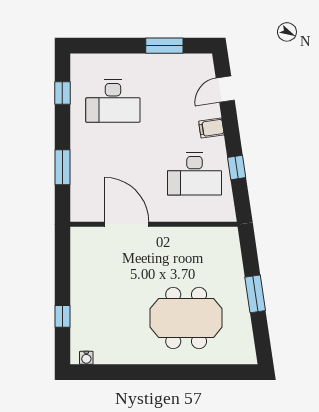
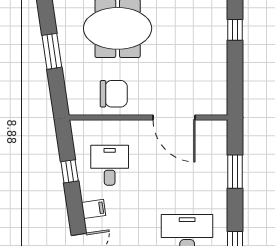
desk: (194, 174) -> (110, 165), width x0.73
chair: (190, 249) -> (114, 94), added

